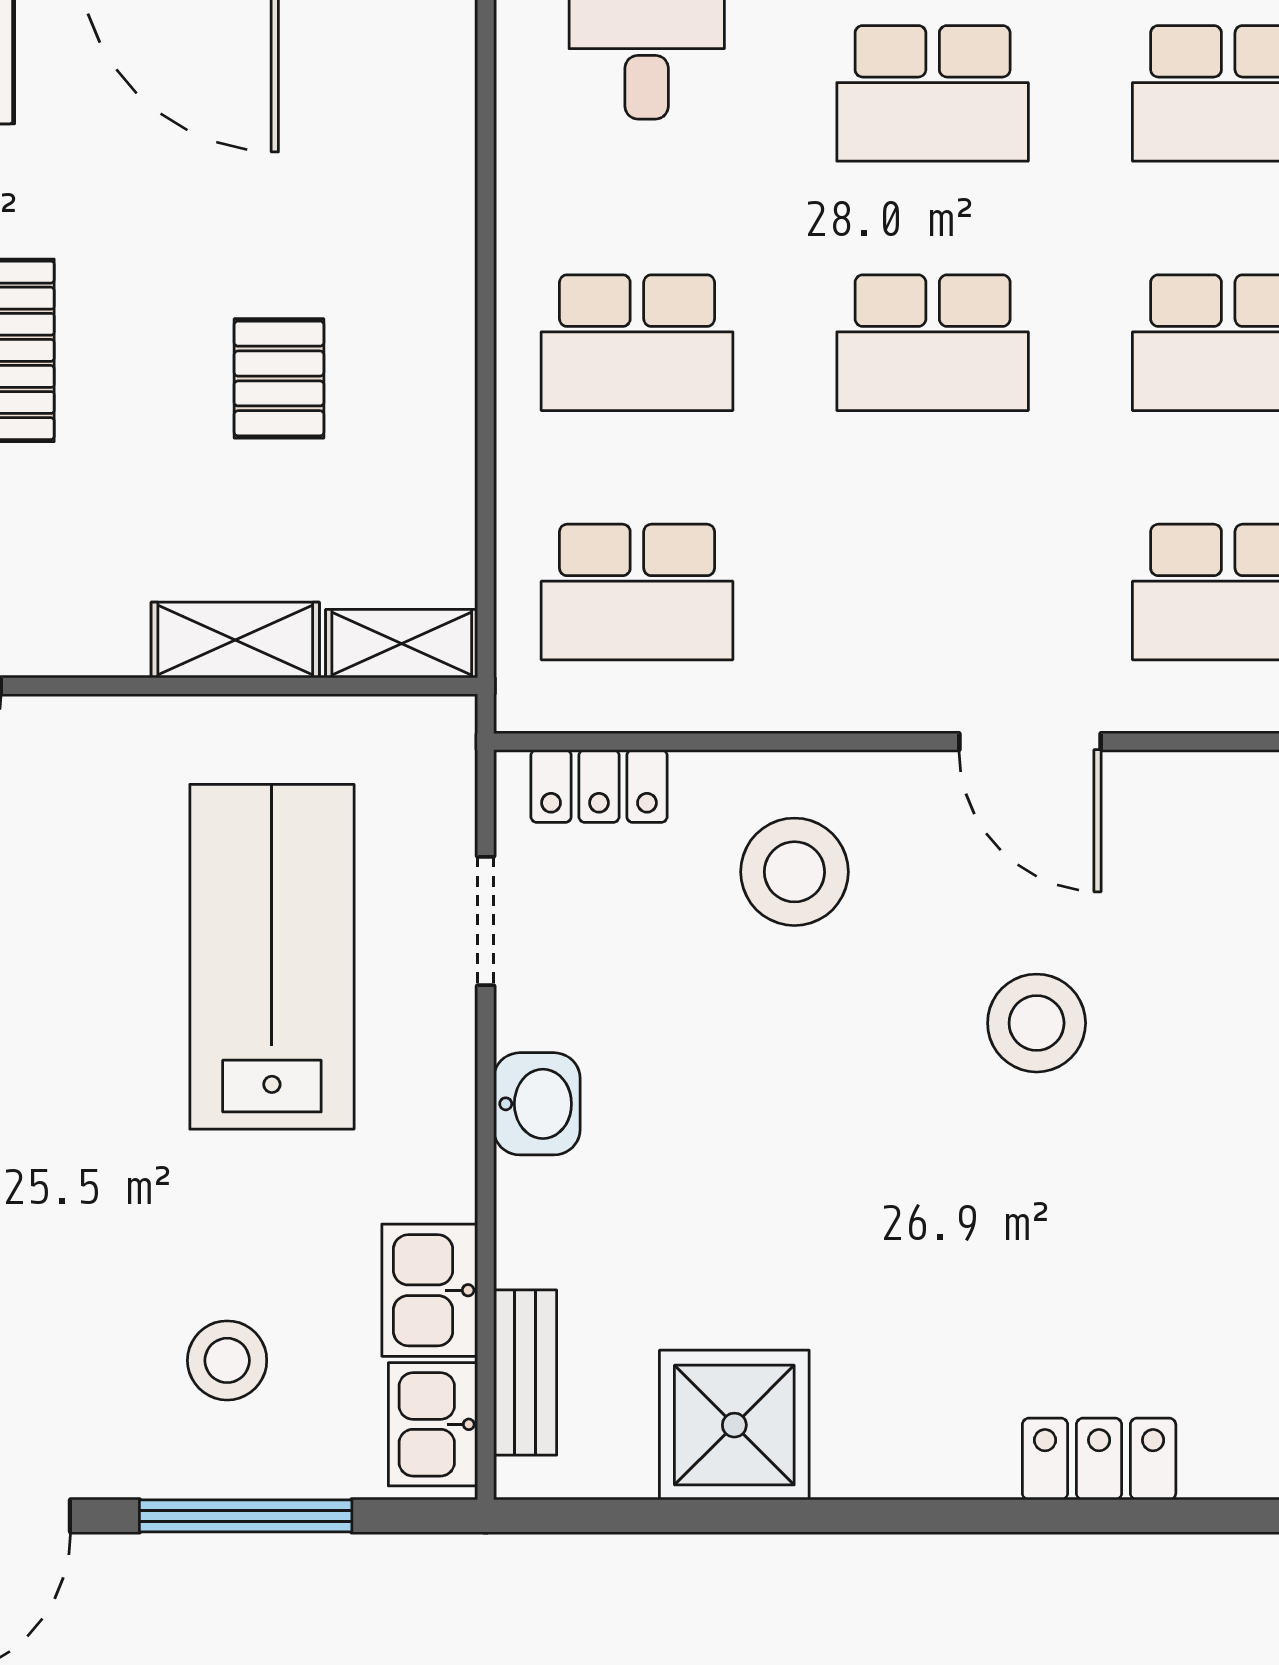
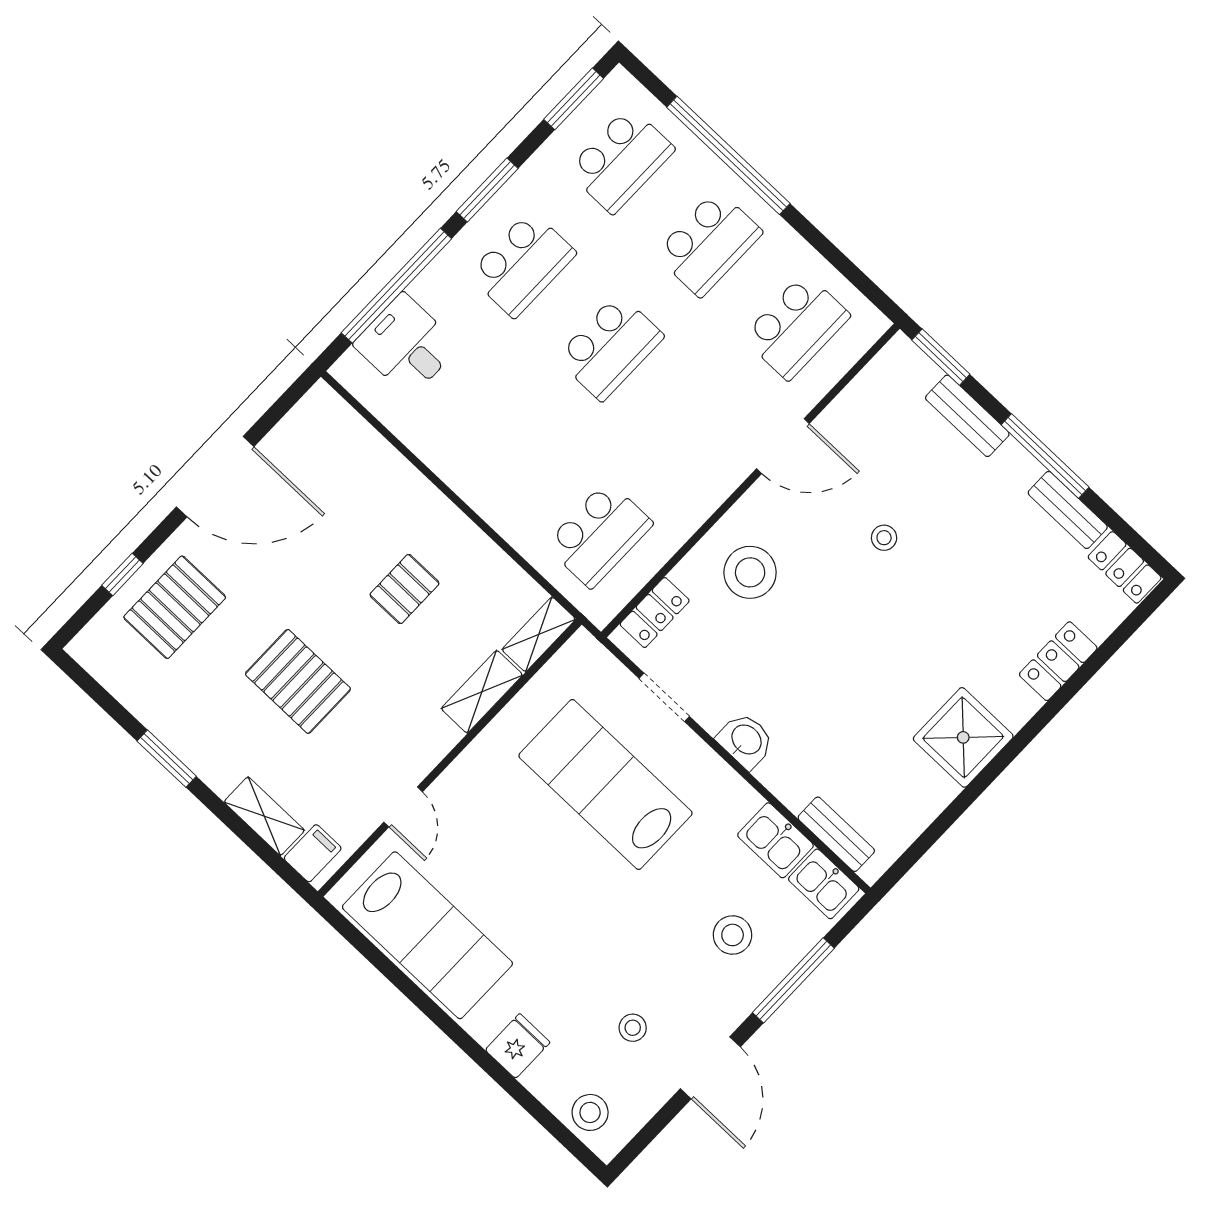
school desk: (637, 343) -> (511, 451), removed
pallet: (279, 378) -> (404, 589), turned 90
stool: (1037, 1023) -> (884, 538), width x0.53, depth x0.53
shower: (734, 1425) -> (963, 737), moved

